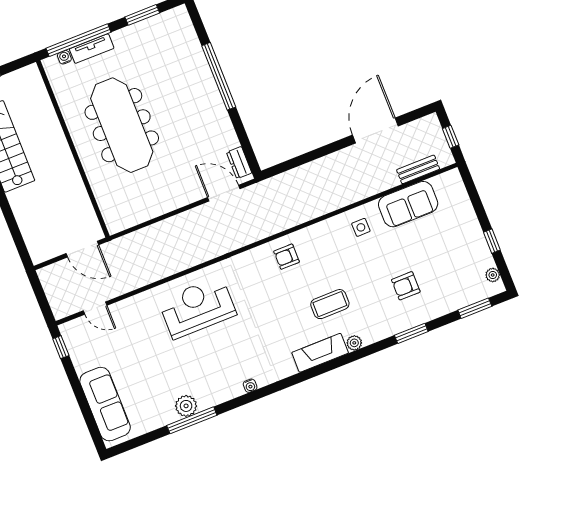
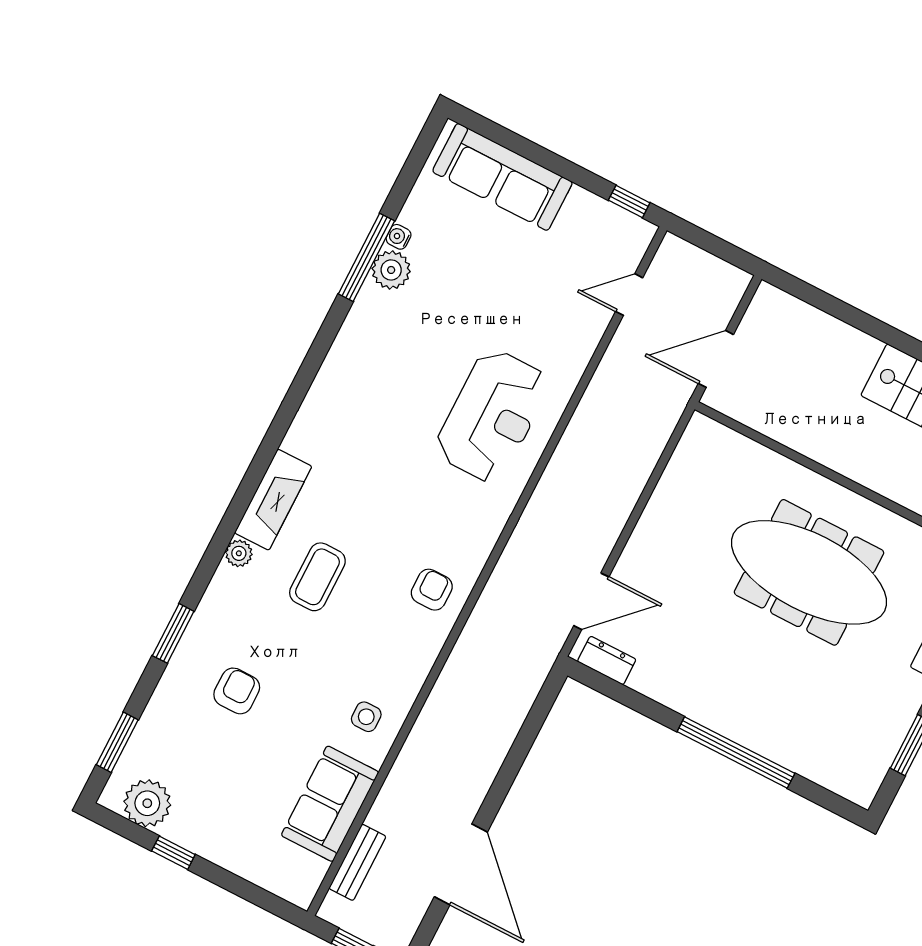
plant: (493, 275) -> (147, 803), width x1.88, depth x1.88
water cooler: (250, 386) -> (399, 237), moved

